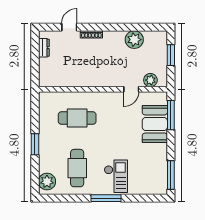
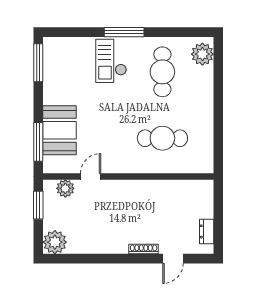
plant: (134, 40) -> (55, 242), moved
window: (171, 55) -> (38, 205), moved
window: (35, 144) -> (218, 104), removed

